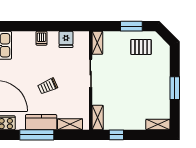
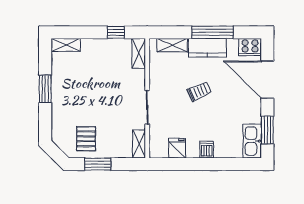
pallet: (141, 47) -> (86, 139), turned 90

